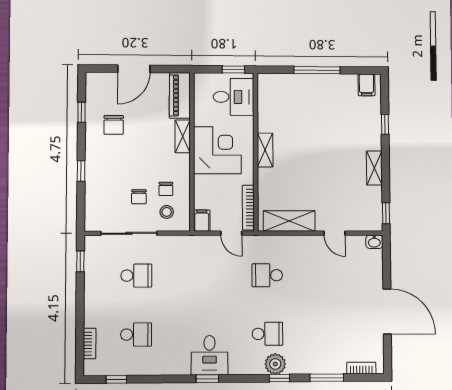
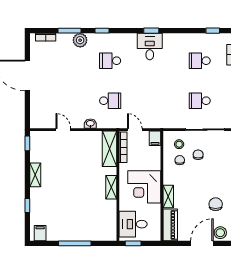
stool: (107, 84) -> (220, 233), added
shelving: (289, 221) -> (109, 149), moved, turned 90
washbasin: (374, 242) -> (90, 124), moved
plant: (275, 364) -> (80, 40), moved

